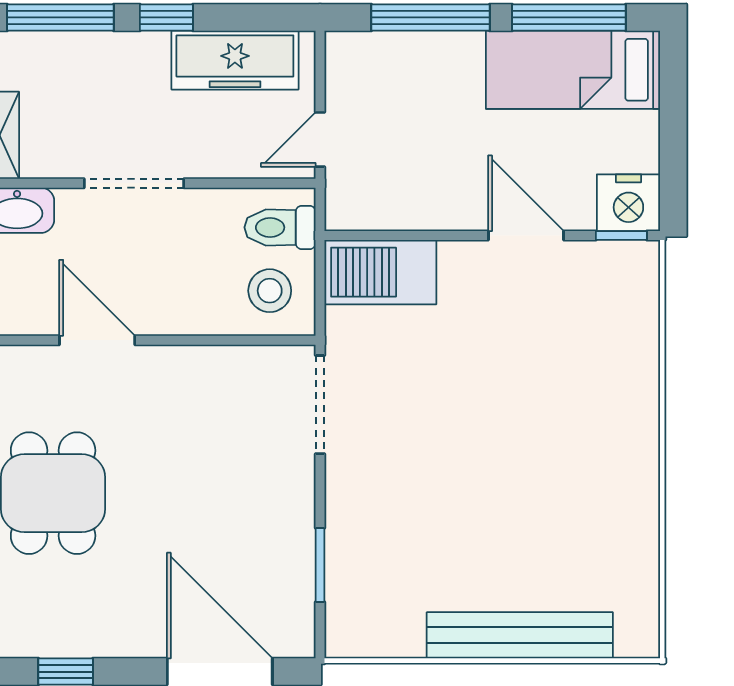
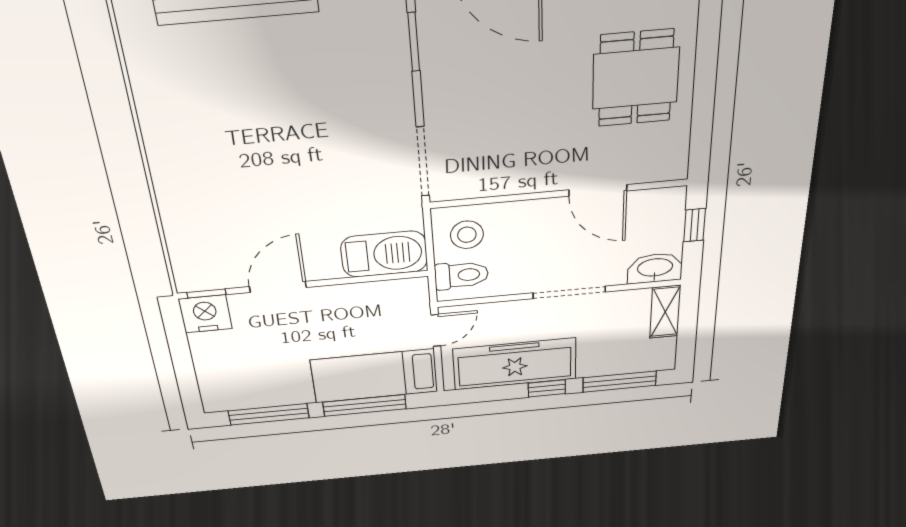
freezer: (235, 60) -> (515, 364), width x1.36, depth x1.26
bed: (573, 70) -> (375, 376), moved, turned 180
door: (526, 236) -> (278, 287), swing flipped

